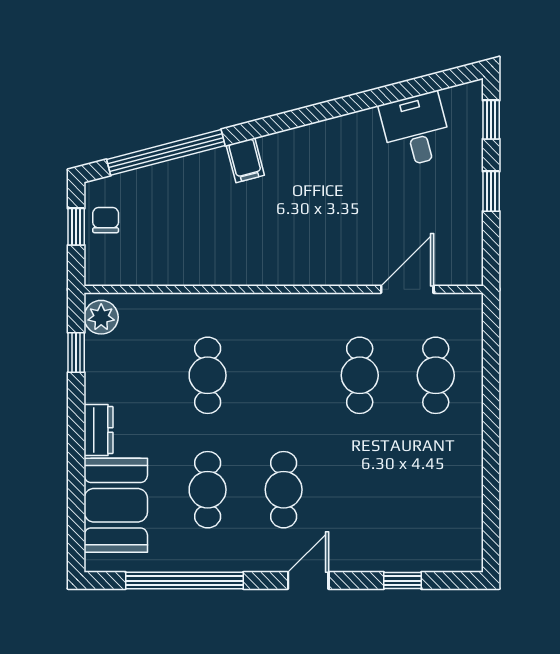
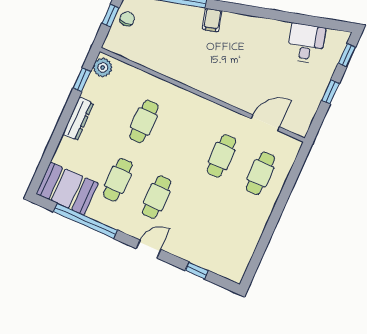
dresser: (99, 430) -> (78, 119), width x1.44
booth: (116, 505) -> (67, 189), moved, turned 90

